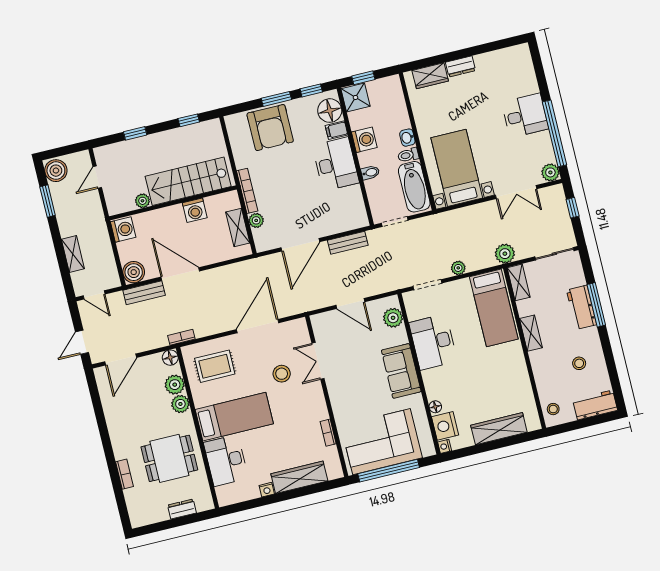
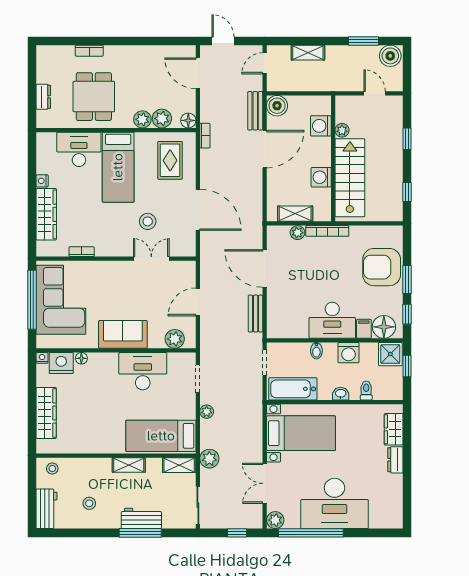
desk: (525, 116) -> (334, 503), width x1.87, depth x1.30
toilet: (408, 155) -> (366, 390), moved
washing machine: (123, 229) -> (321, 126), moved, turned 90

